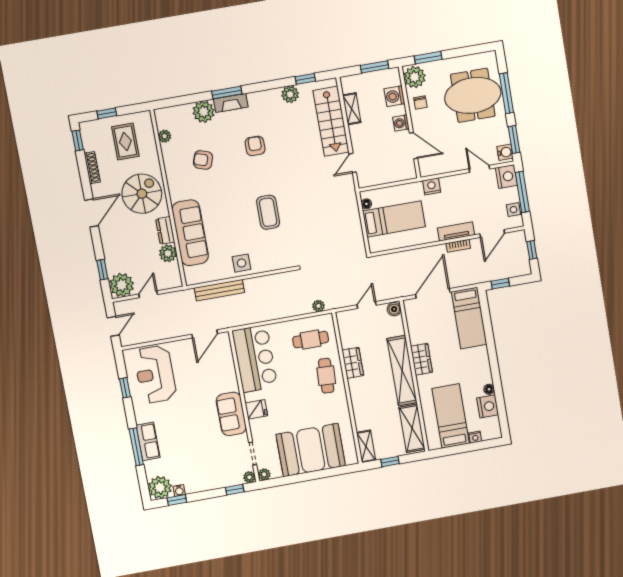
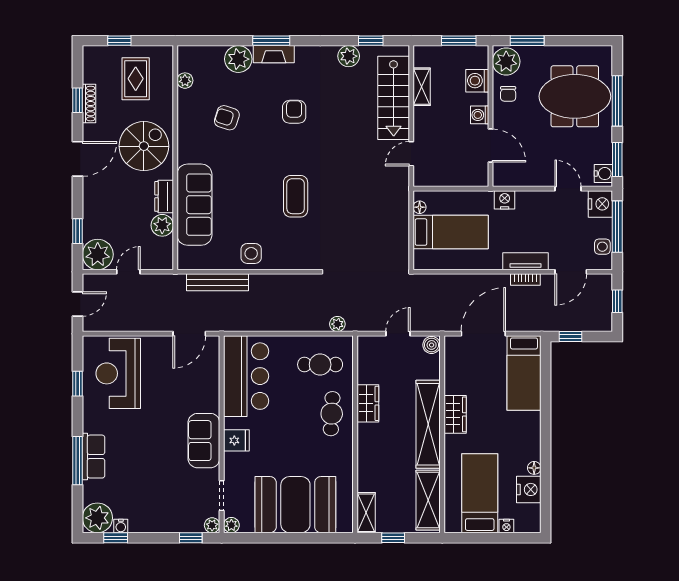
window: (78, 140) -> (78, 100), moved

